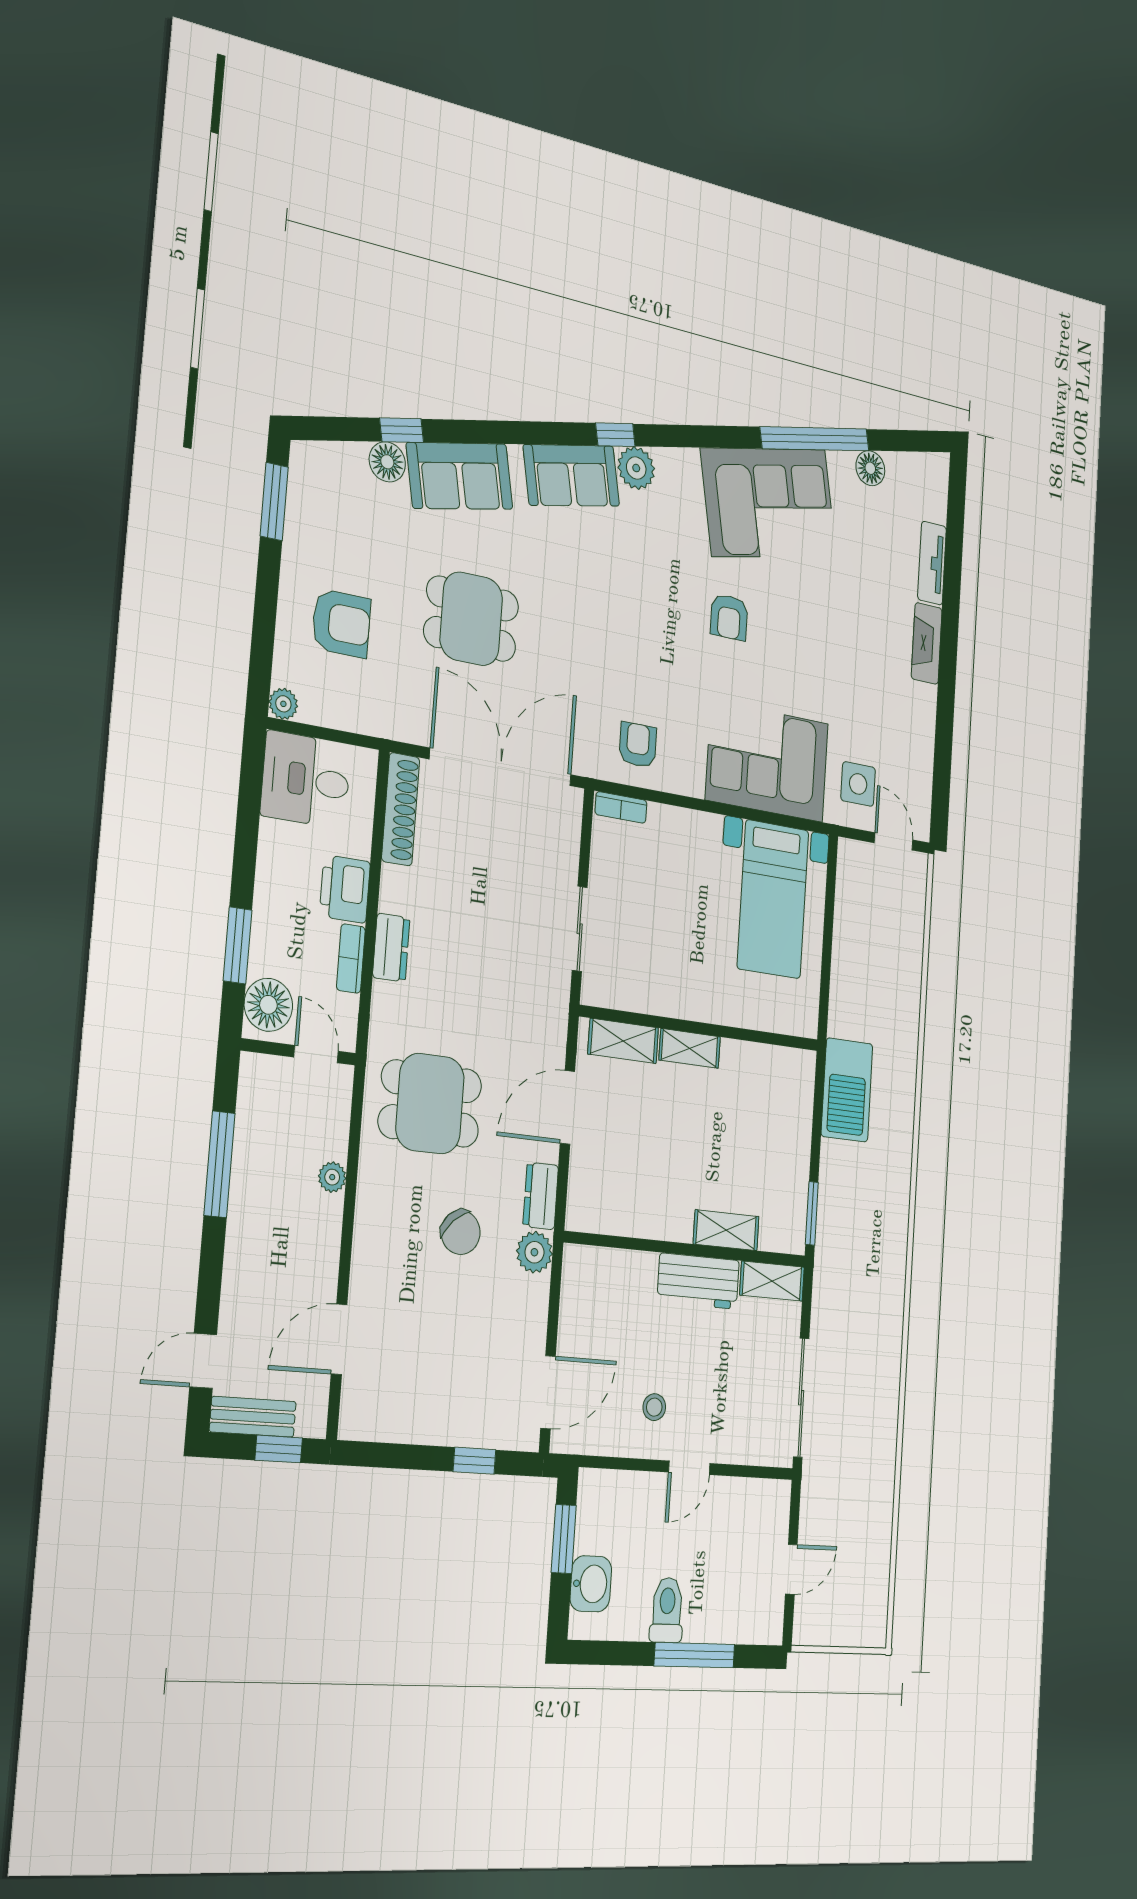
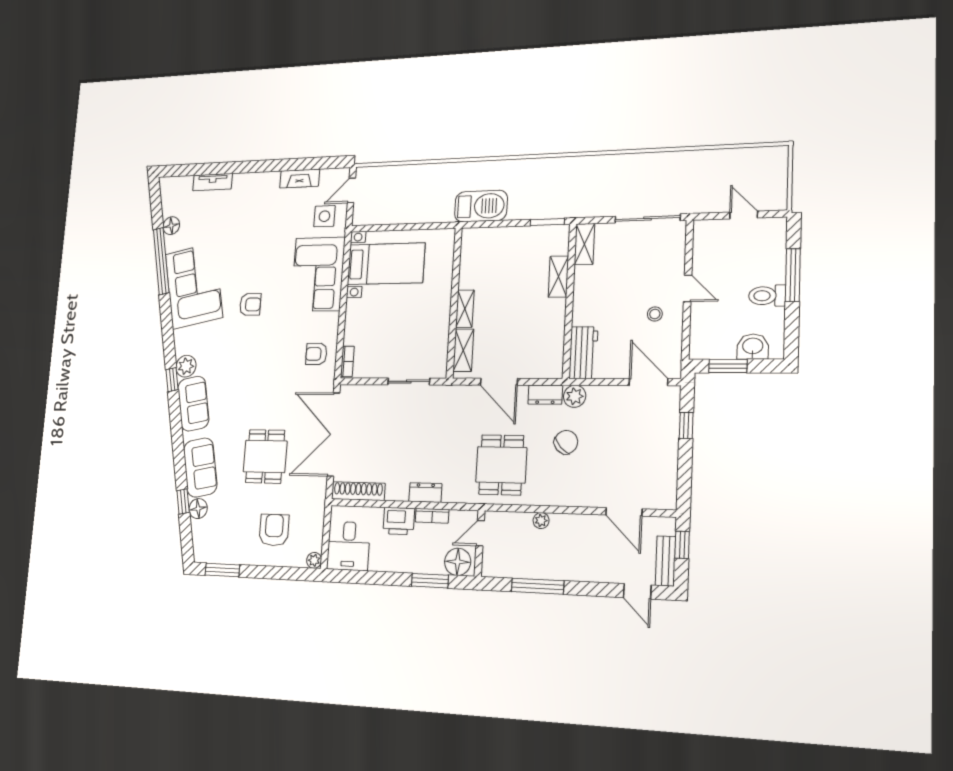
fireplace: (927, 643) -> (300, 178), moved
workbench: (698, 1281) -> (583, 353), moved

